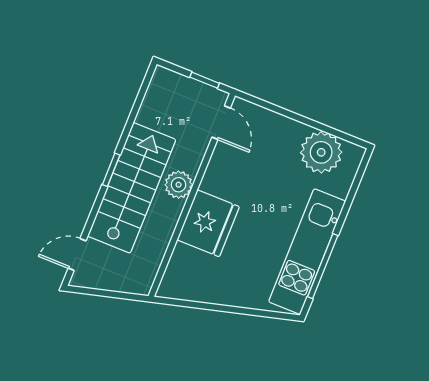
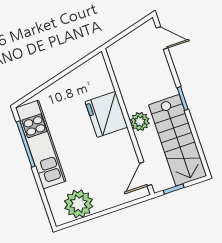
door: (221, 123) -> (146, 174), hinge flipped
stairs: (132, 188) -> (178, 140), moved
door: (77, 254) -> (162, 38), hinge flipped

